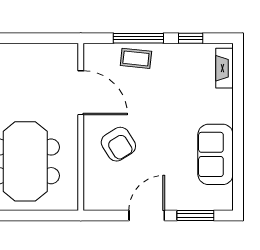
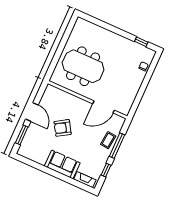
armchair: (118, 144) -> (63, 128), moved
sofa: (216, 154) -> (62, 164), moved

